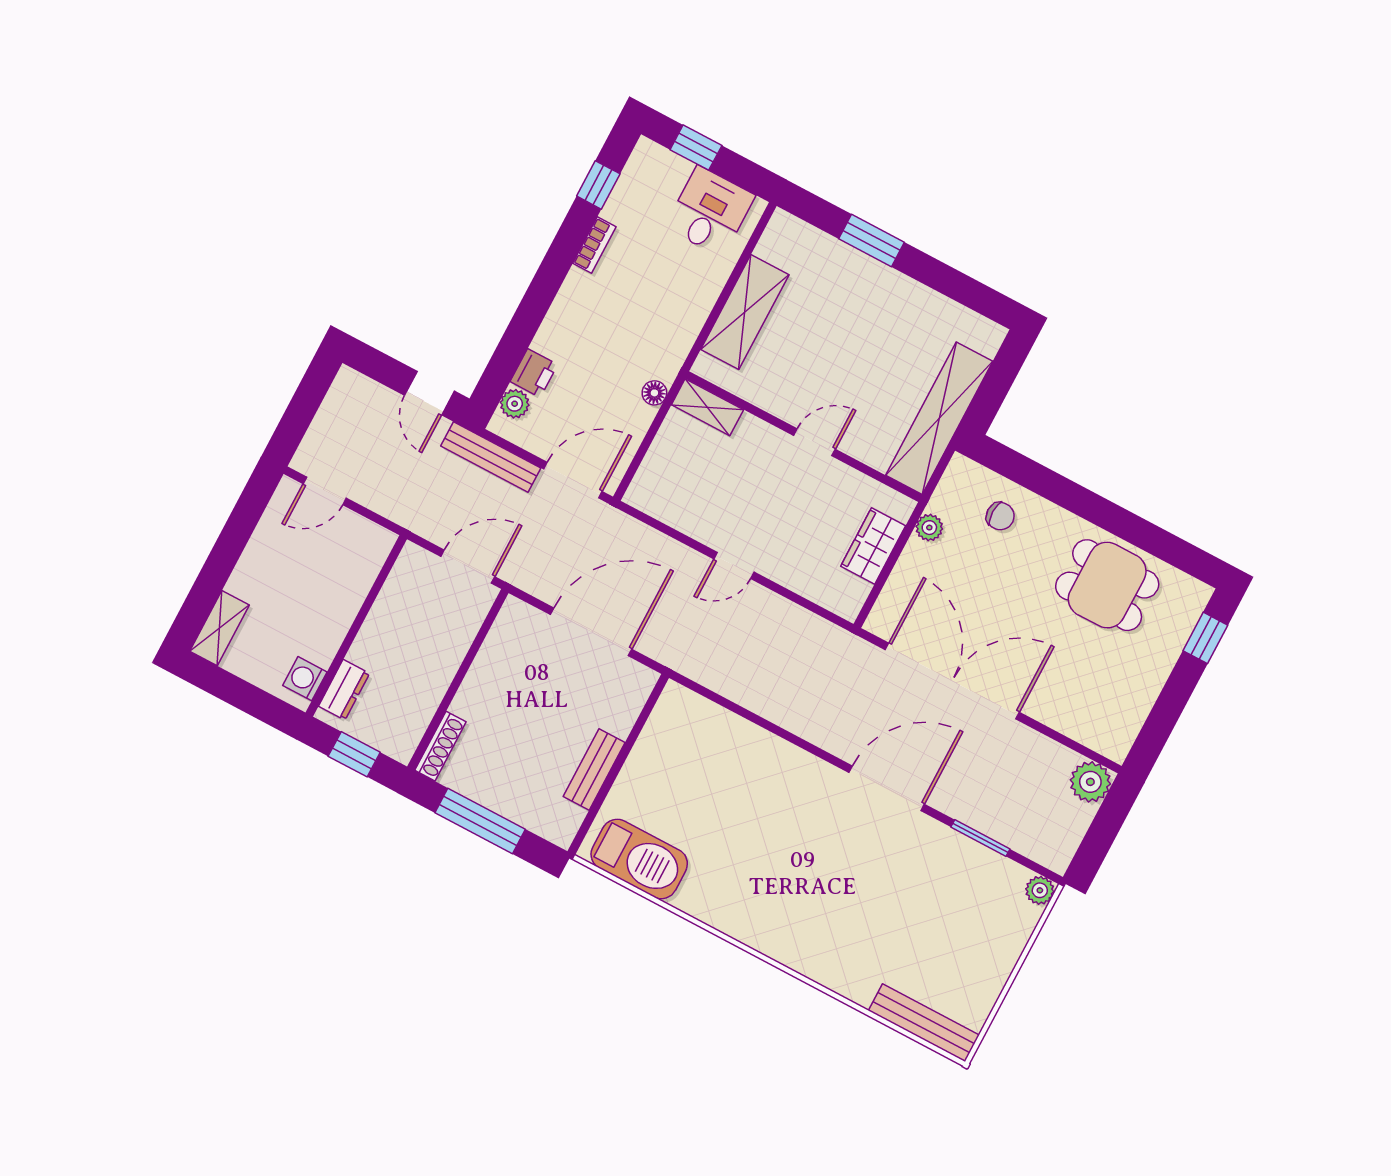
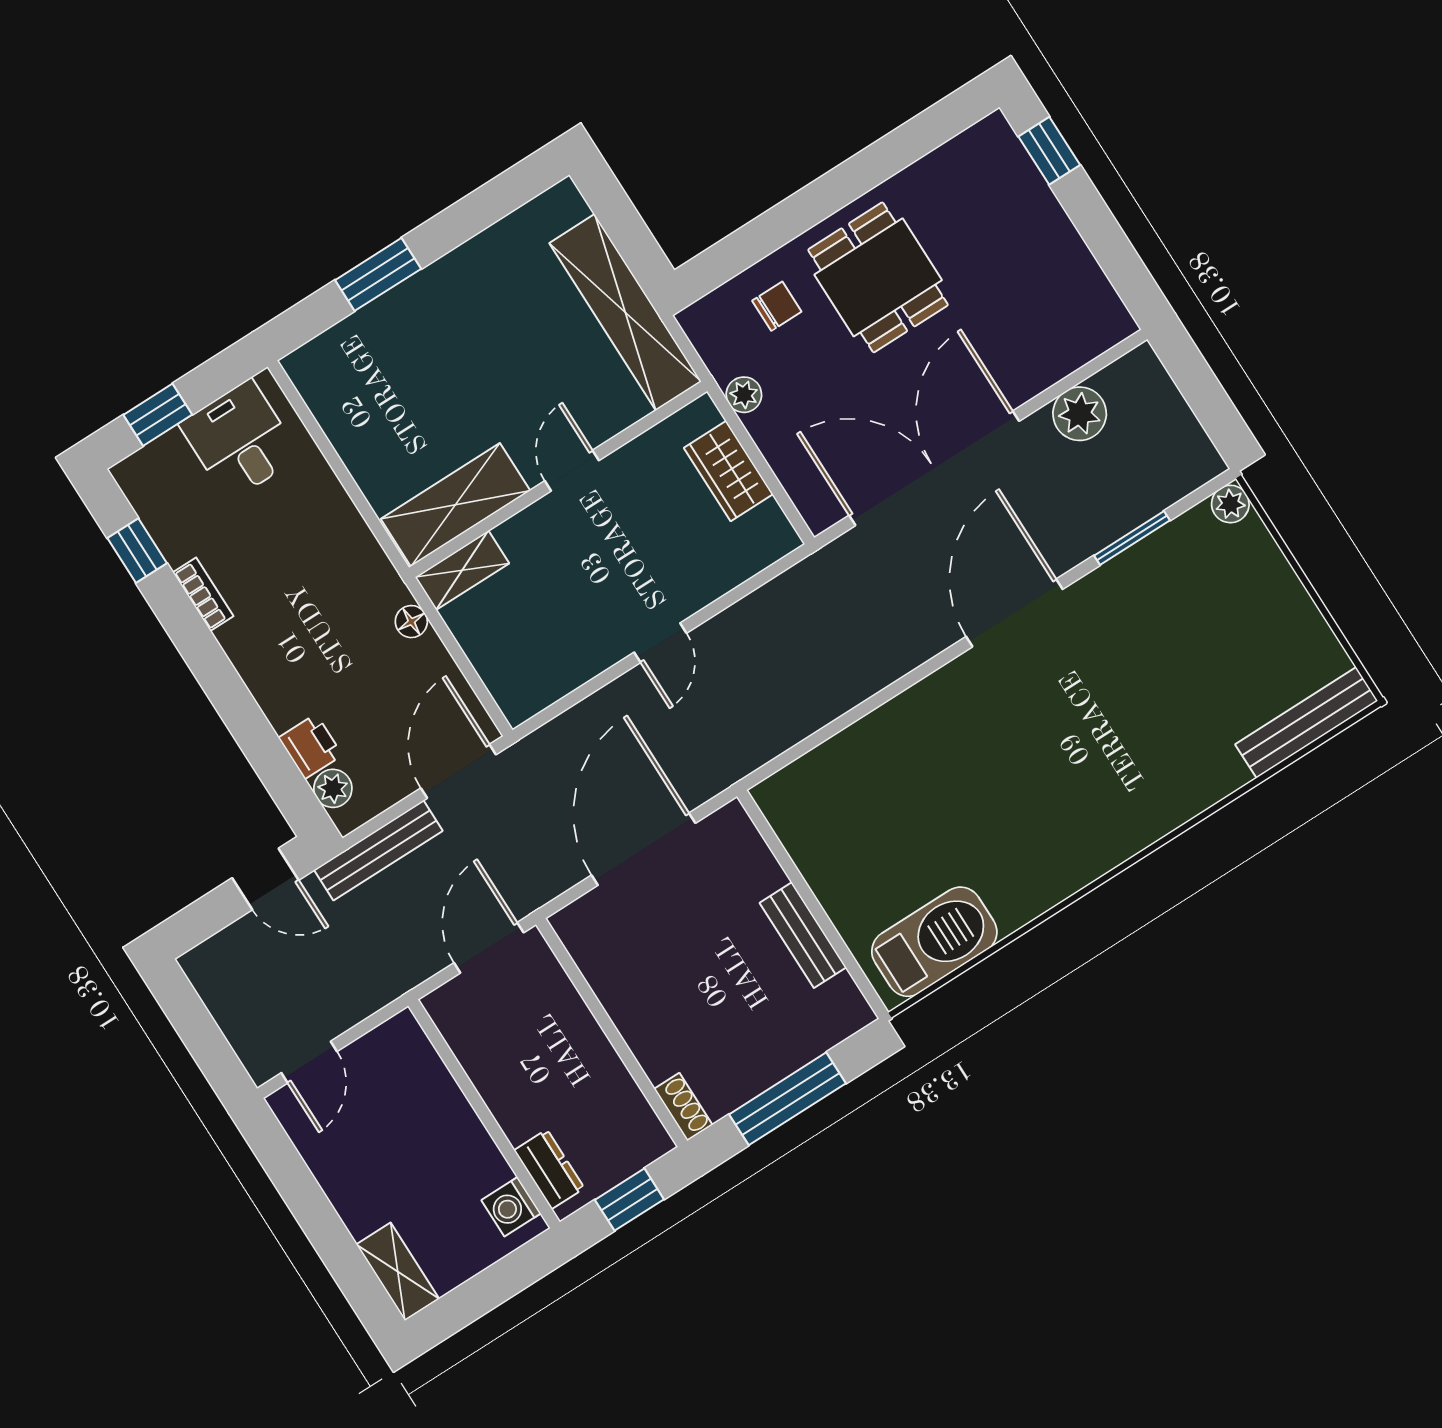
shelving: (745, 312) -> (455, 505), moved, turned 90
dining table: (1107, 585) -> (878, 277), moved, turned 90
shoe rack: (440, 746) -> (683, 1107), width x0.70
plant: (1090, 782) -> (1080, 414), moved

